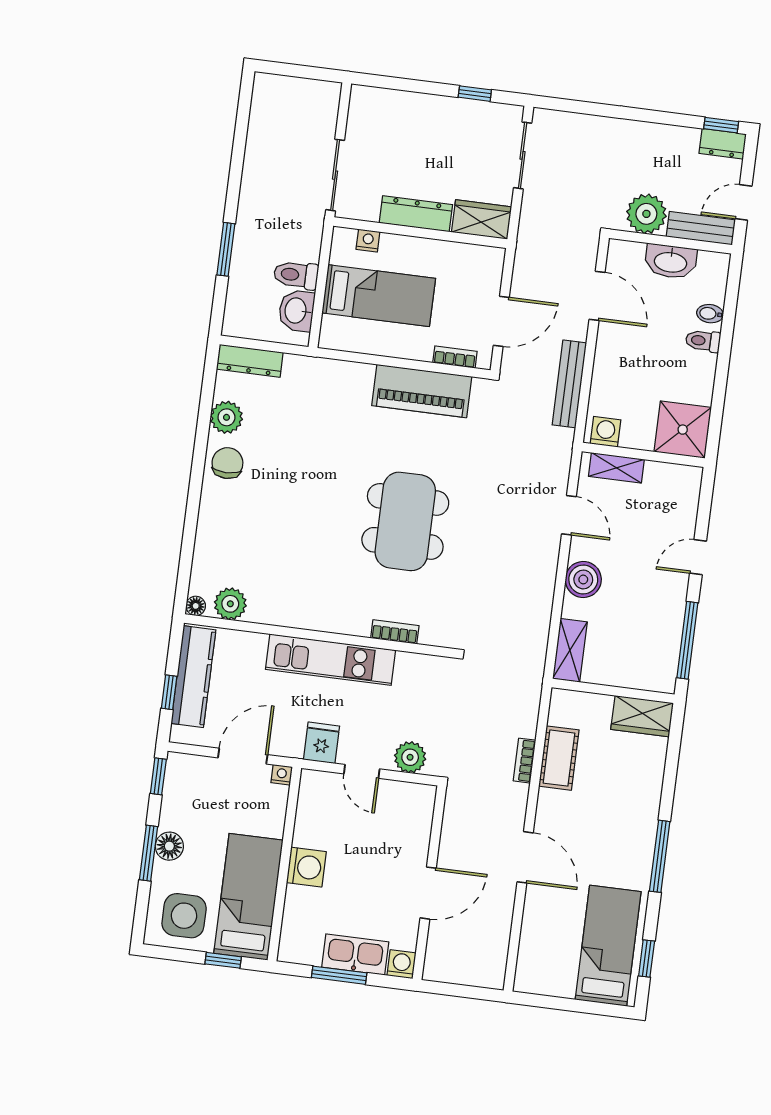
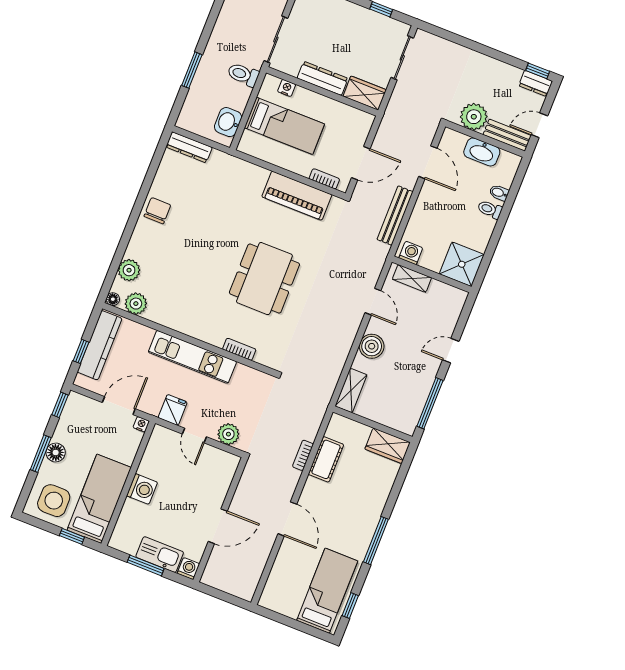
toilet: (296, 275) -> (243, 75), moved
plant: (226, 417) -> (129, 270), moved

